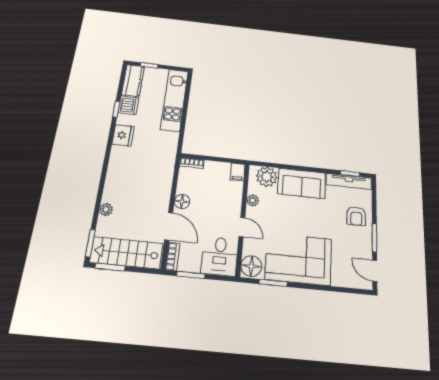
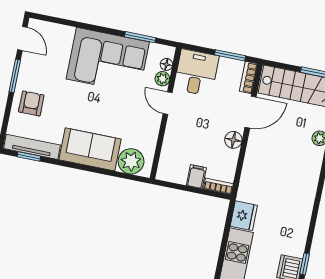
fridge: (123, 135) -> (244, 216), moved, turned 180
filing cabinet: (238, 172) -> (196, 177), moved
plant: (253, 200) -> (162, 79), moved
door: (169, 226) -> (251, 112), swing flipped
floor lamp: (251, 266) -> (166, 64), width x0.53, depth x0.53

